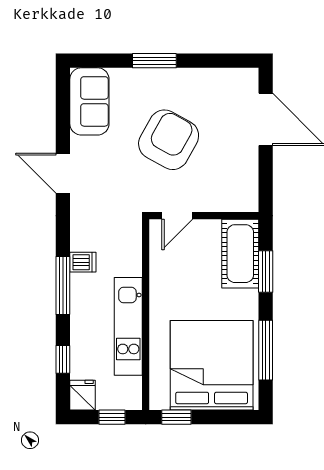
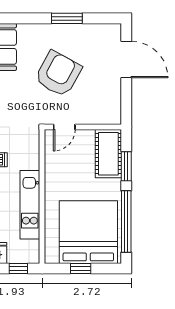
window: (154, 61) -> (67, 18), moved
window: (266, 350) -> (126, 221), width x1.46
window: (176, 417) -> (81, 268), moved

